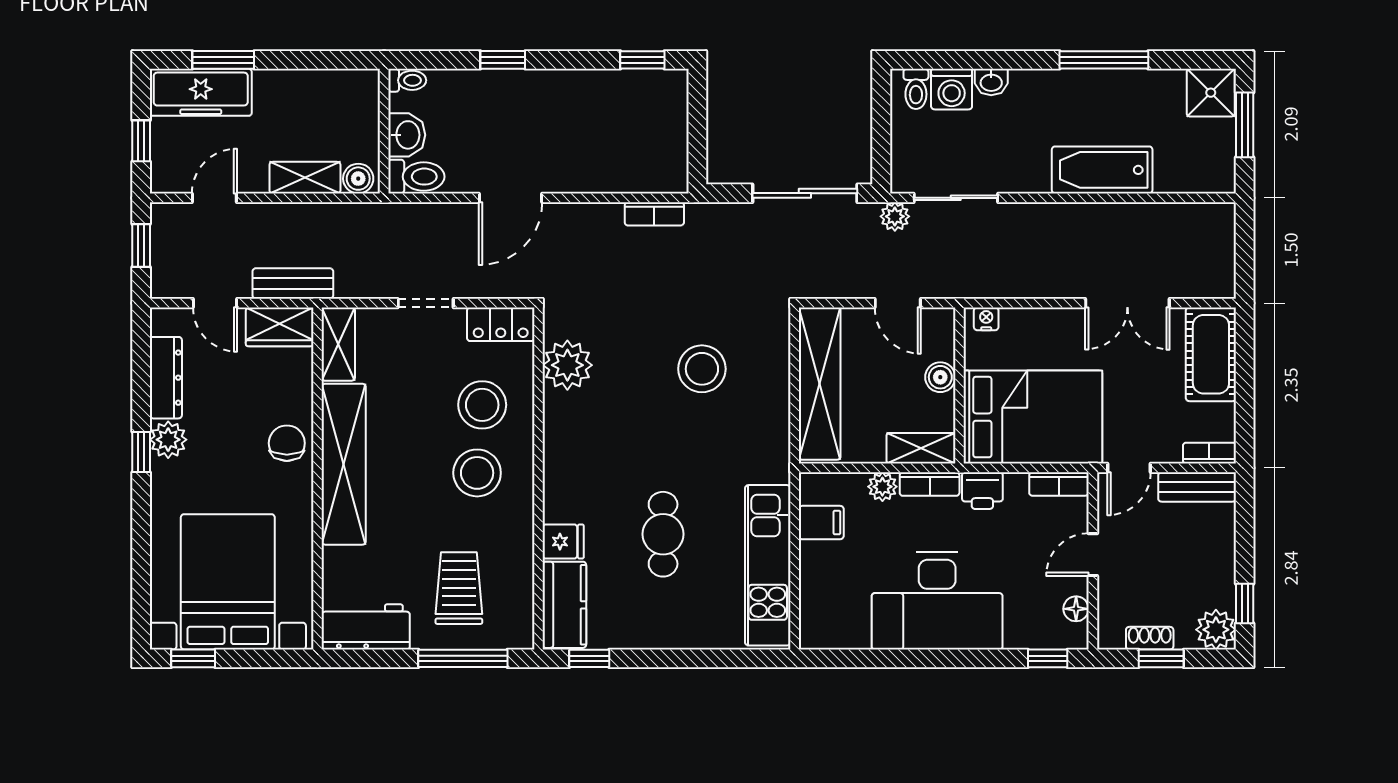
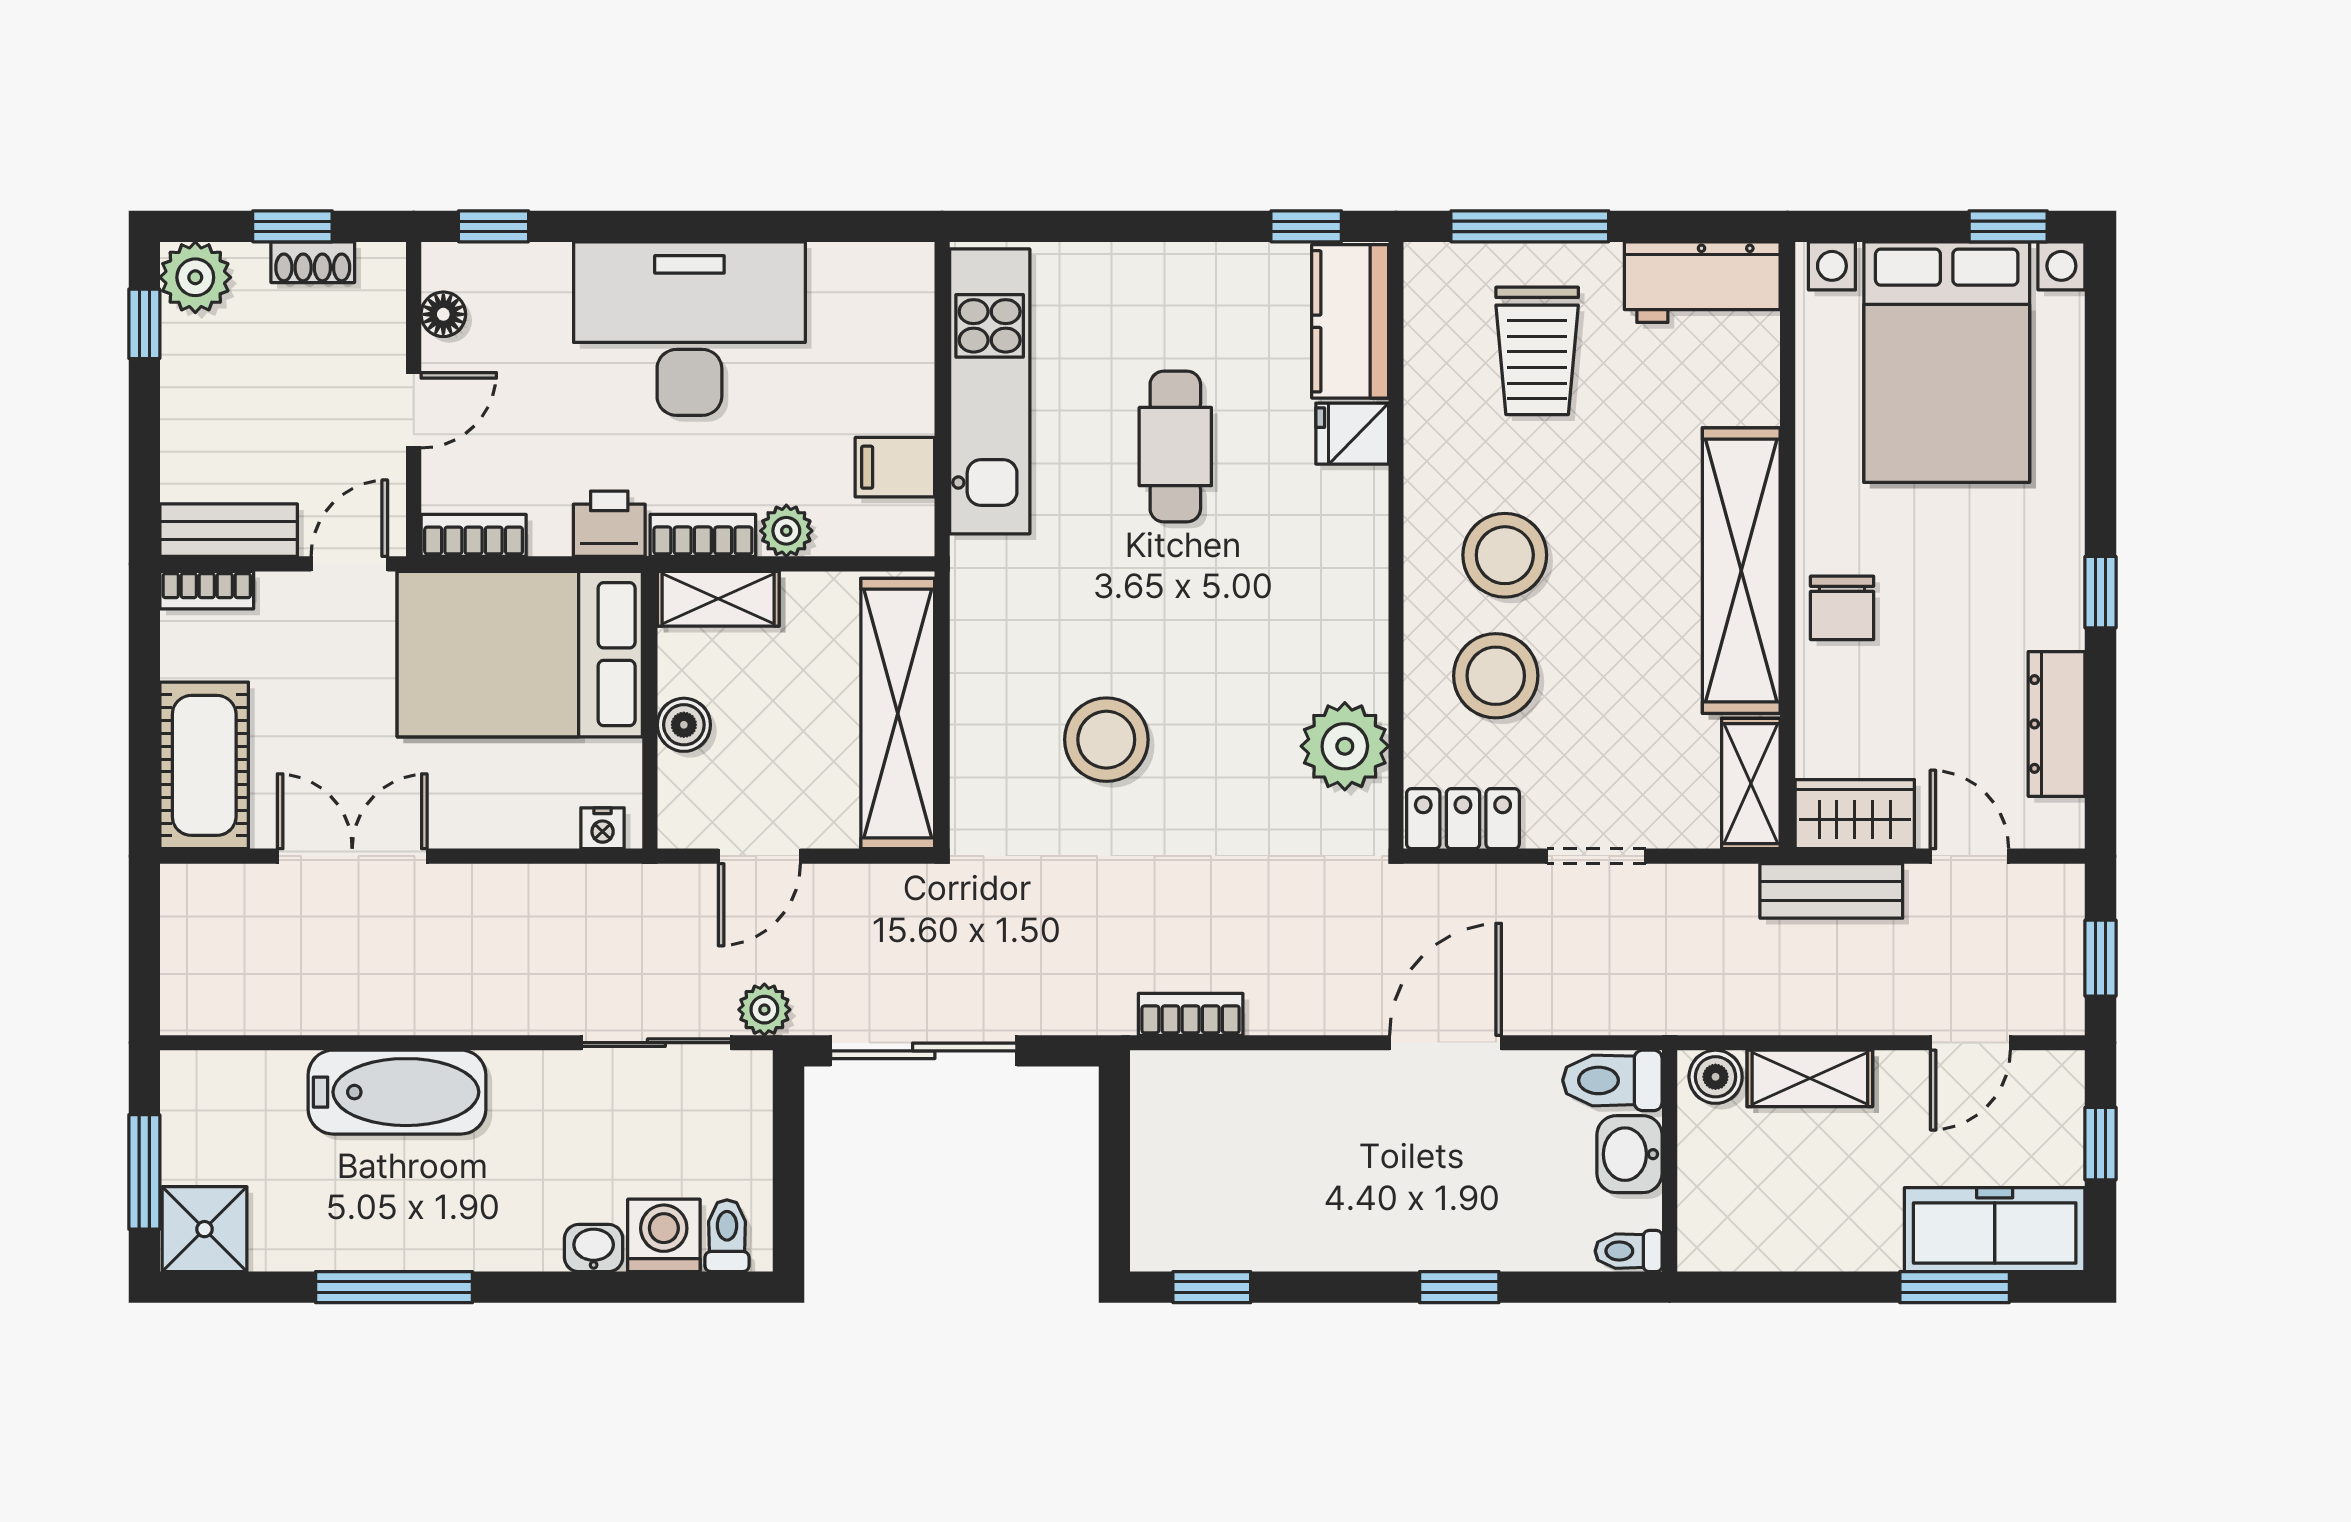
door: (898, 303) -> (759, 856), swing flipped
plant: (168, 440) -> (2052, 614), removed

